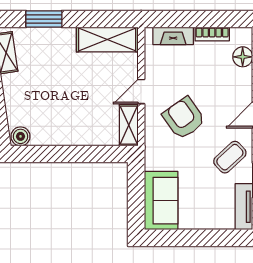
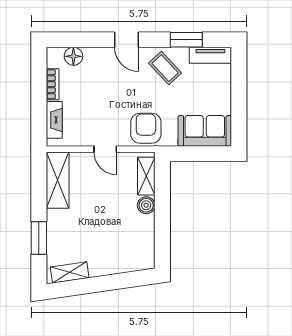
armchair: (184, 118) -> (146, 128), moved, turned 125
shelving: (129, 125) -> (146, 176), moved, turned 90
boiler: (21, 136) -> (146, 205), moved

